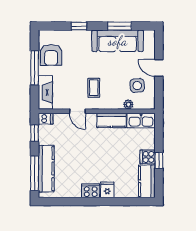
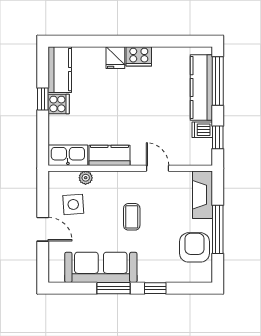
window: (120, 26) -> (114, 288), moved
coffee table: (94, 88) -> (132, 217), moved
dishwasher: (46, 119) -> (202, 130), moved

